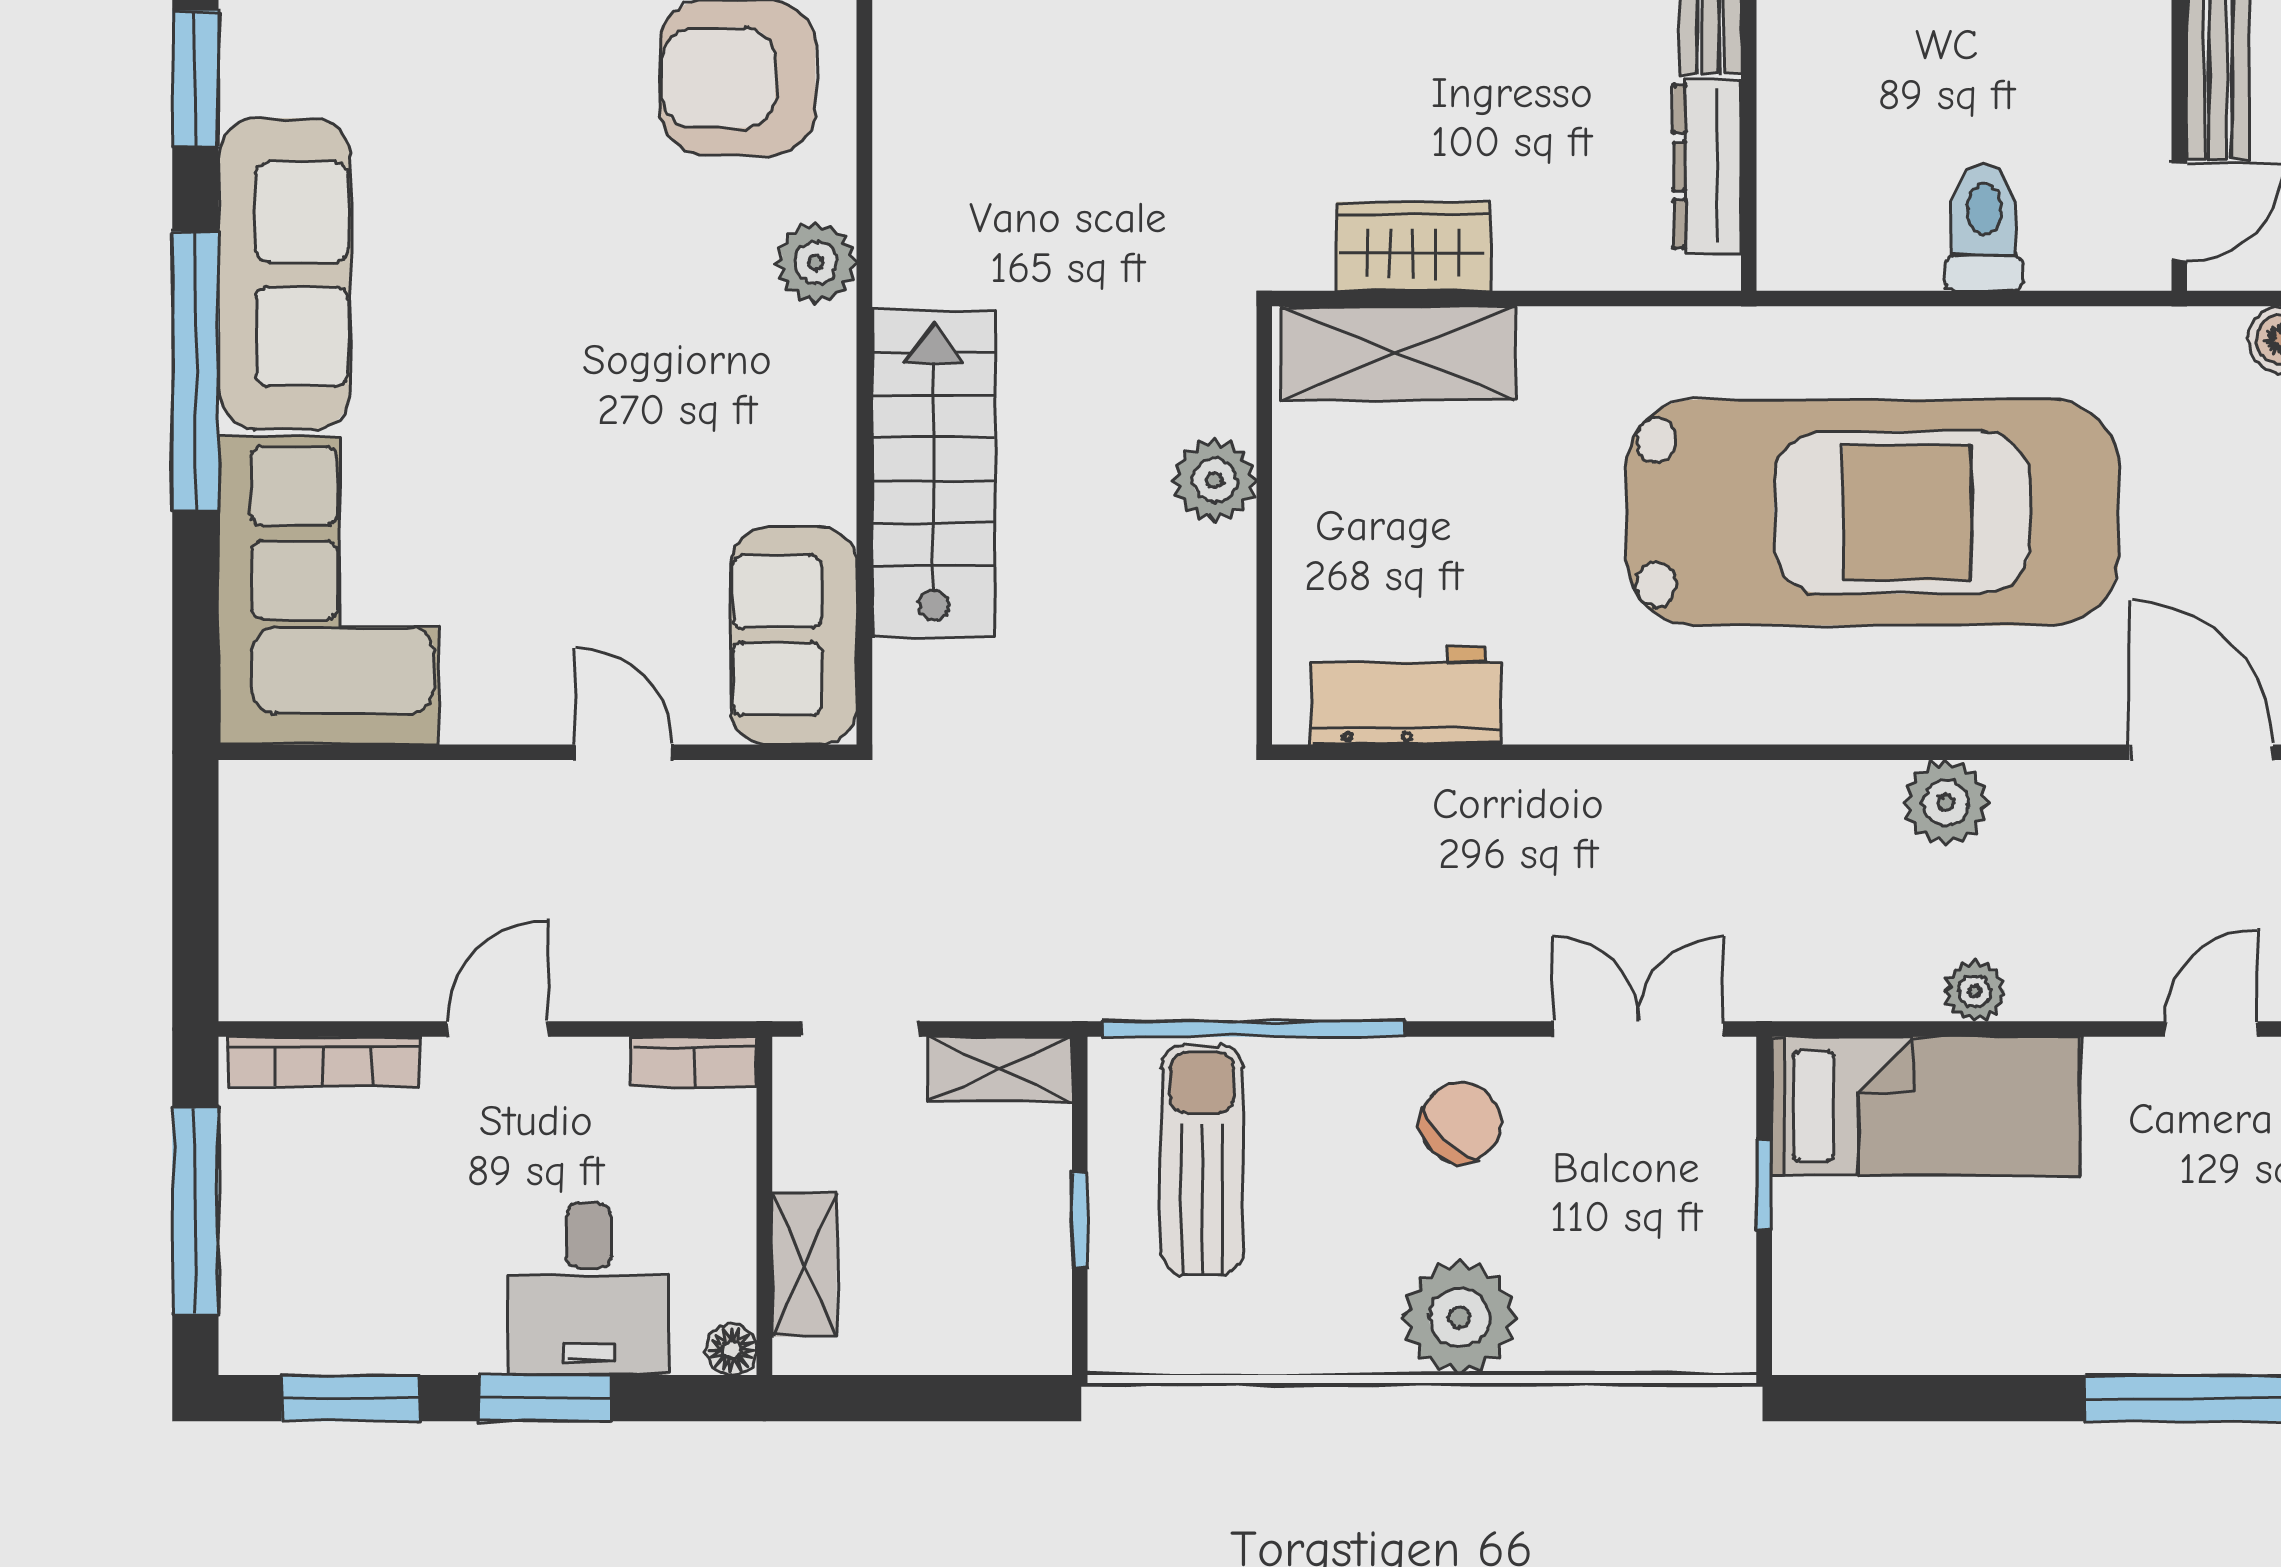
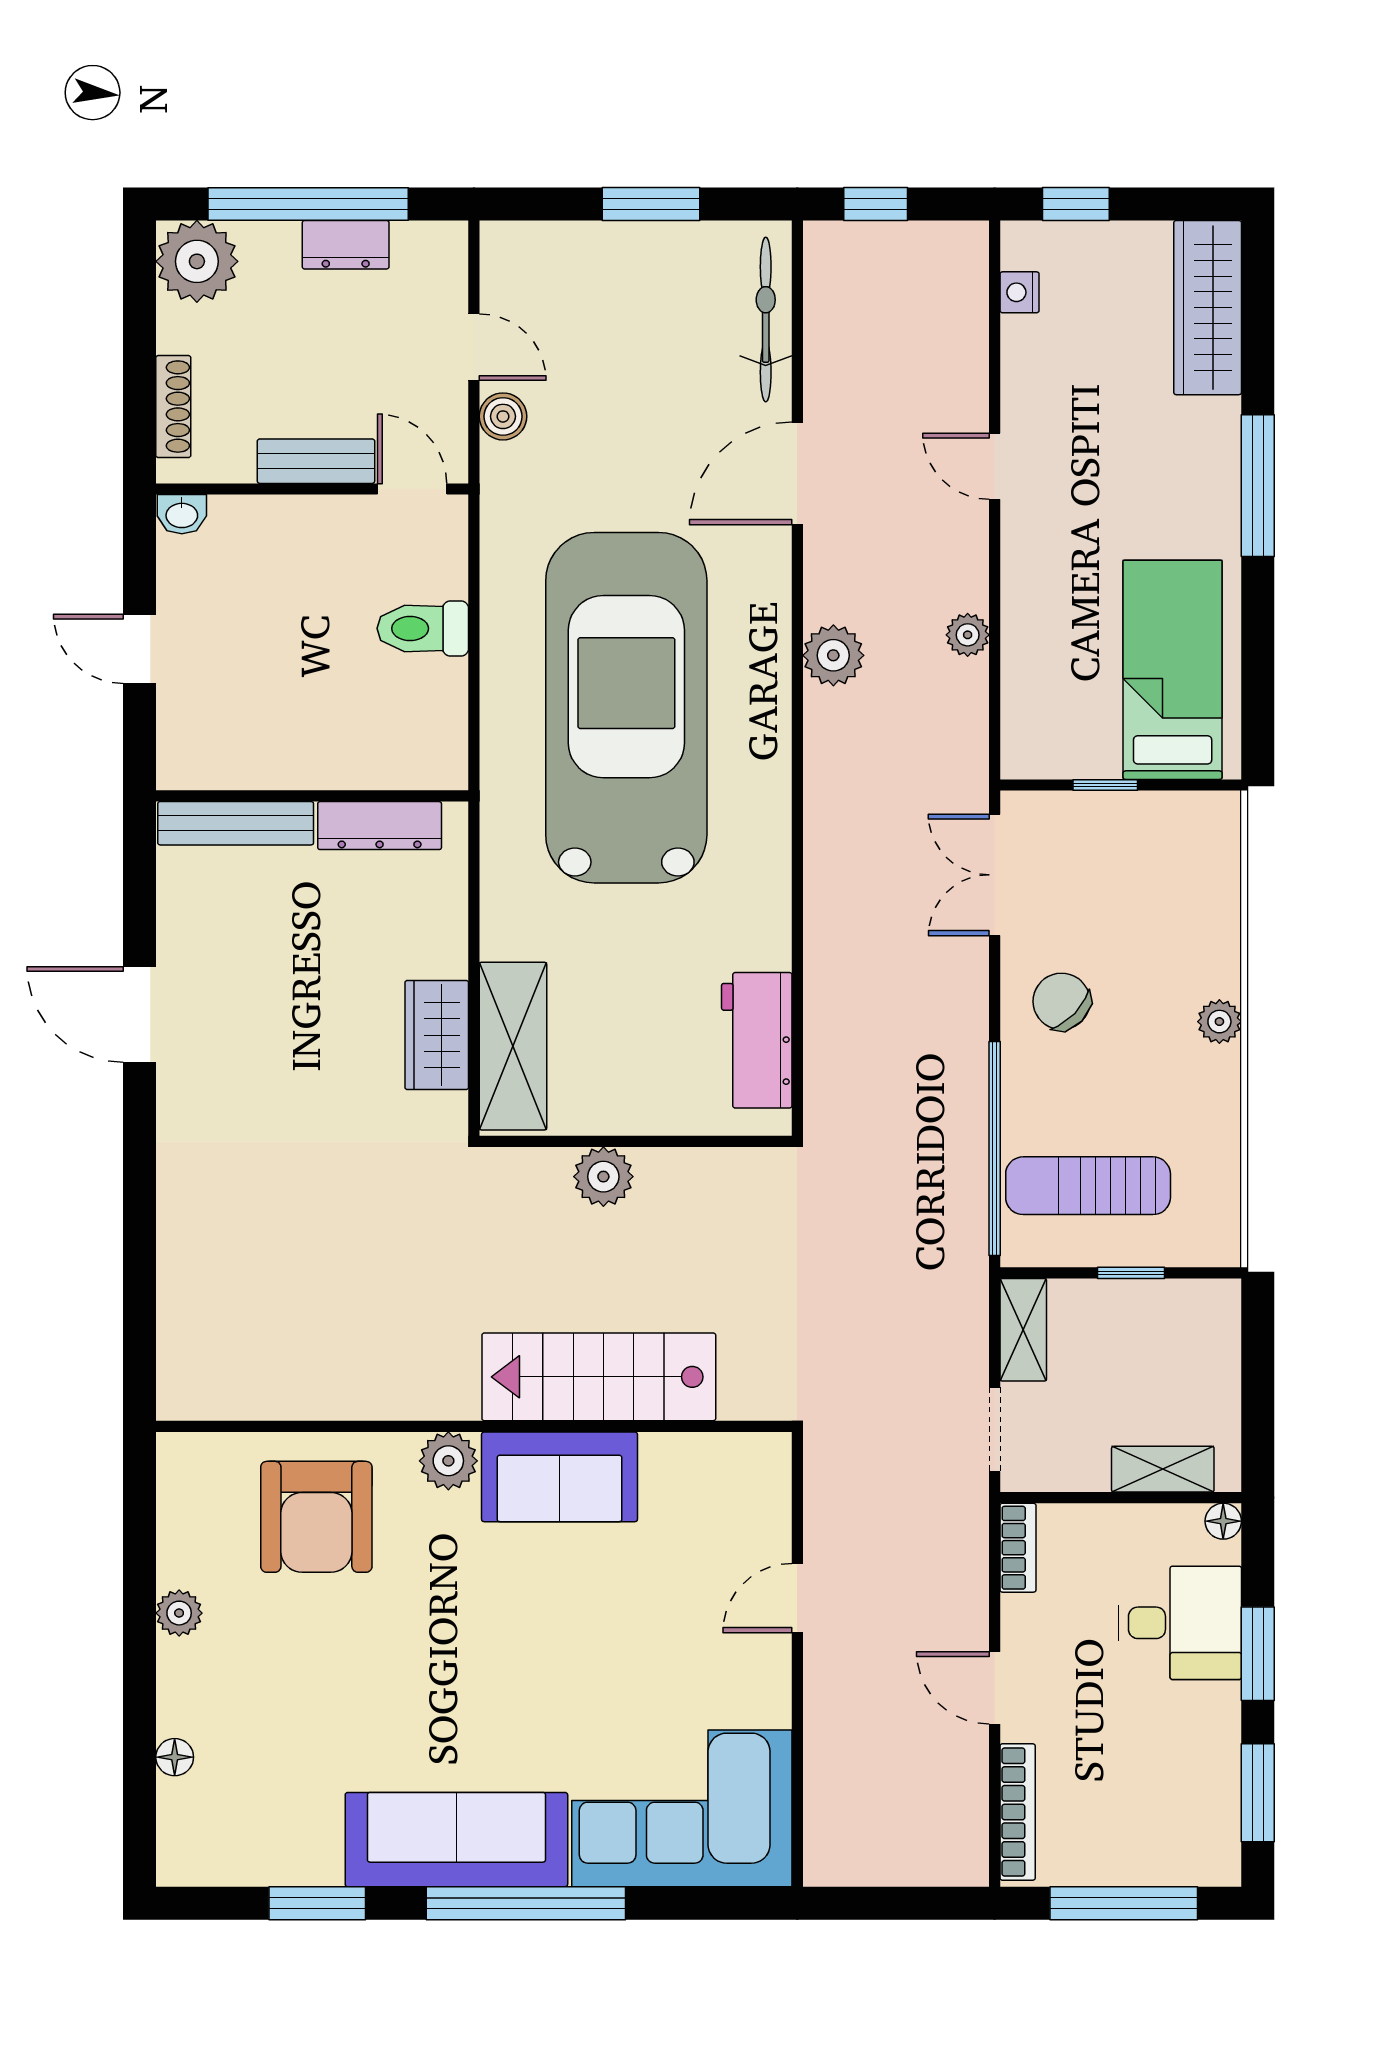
sofa: (794, 635) -> (560, 1477), moved
bed: (1926, 1106) -> (1173, 670), moved
plant: (1459, 1318) -> (1219, 1022), width x0.53, depth x0.53

